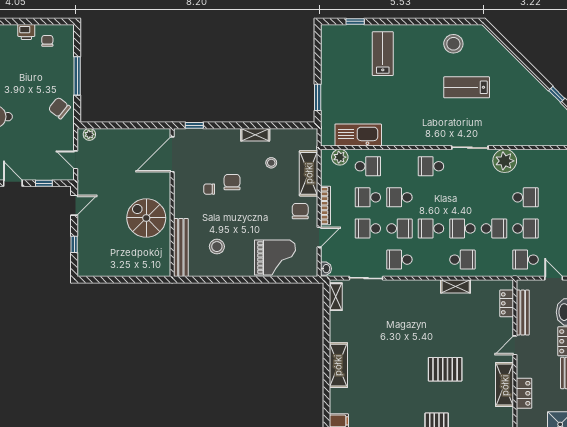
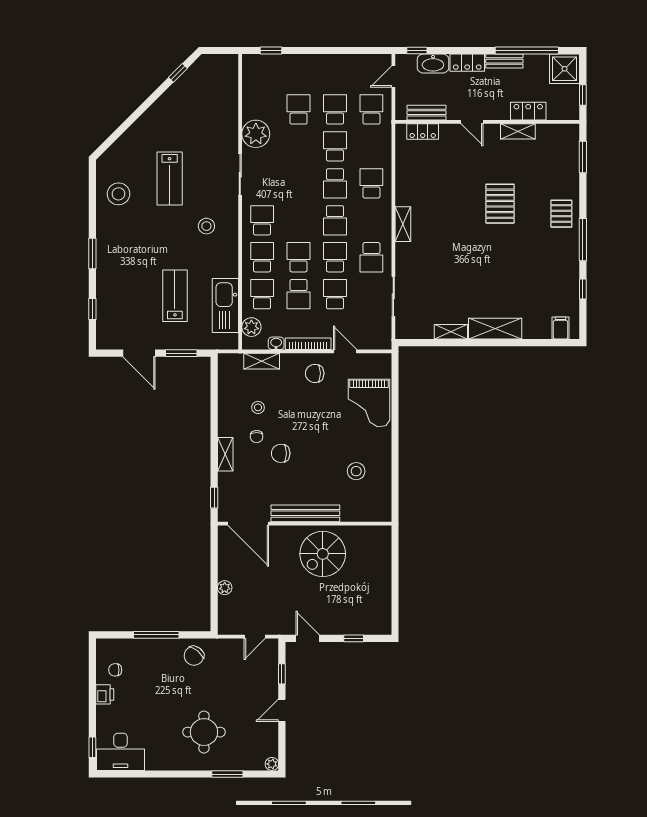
window: (403, 21) -> (92, 254), added
lab bench: (383, 54) -> (175, 296), moved, turned 90
door: (318, 61) -> (139, 353), added
stool: (426, 119) -> (206, 226), added
plant: (89, 134) -> (225, 588), moved
shelving: (255, 135) -> (225, 454), moved
school desk: (399, 166) -> (262, 257), added
school desk: (431, 166) -> (262, 220), turned 180
shelving: (309, 173) -> (262, 361), width x0.67, depth x0.75
chair: (209, 189) -> (257, 437), moved
school desk: (399, 197) -> (299, 257), turned 180
school desk: (368, 228) -> (335, 294), turned 180
bench: (181, 248) -> (305, 513), moved
grand piano: (275, 257) -> (369, 403), turned 180
school desk: (525, 260) -> (371, 109), turned 180
washbasin: (326, 269) -> (276, 343), moved
shelving: (456, 286) -> (403, 224), moved
shelving: (336, 297) -> (451, 332), moved
bench: (523, 313) -> (426, 113), width x0.73
shelving: (505, 385) -> (518, 131), width x0.67, depth x0.75

